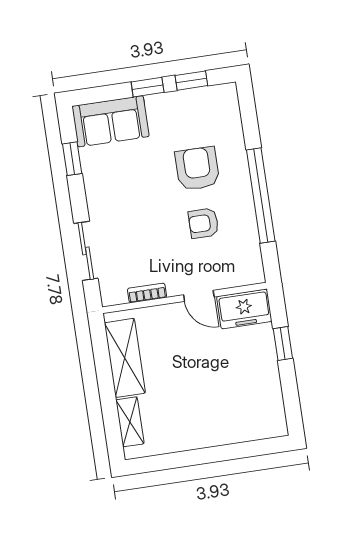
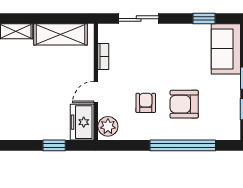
armchair: (197, 169) -> (184, 104), turned 180
window: (261, 196) -> (183, 145), moved
plant: (245, 272) -> (108, 126), added

